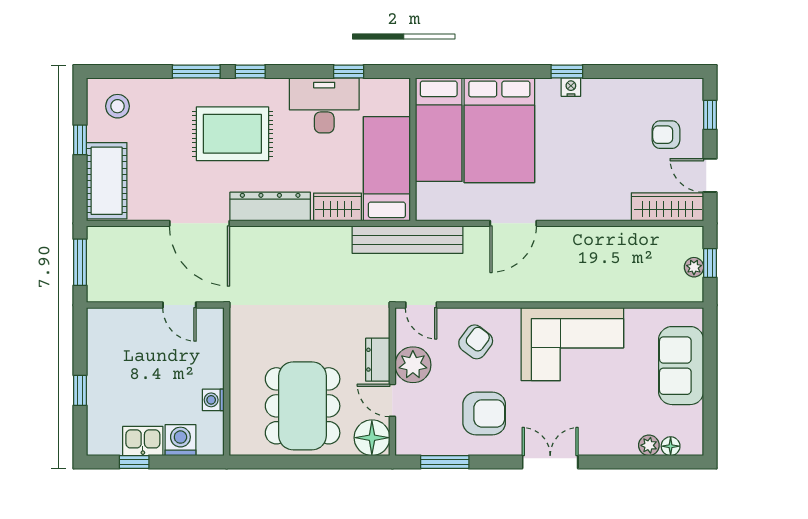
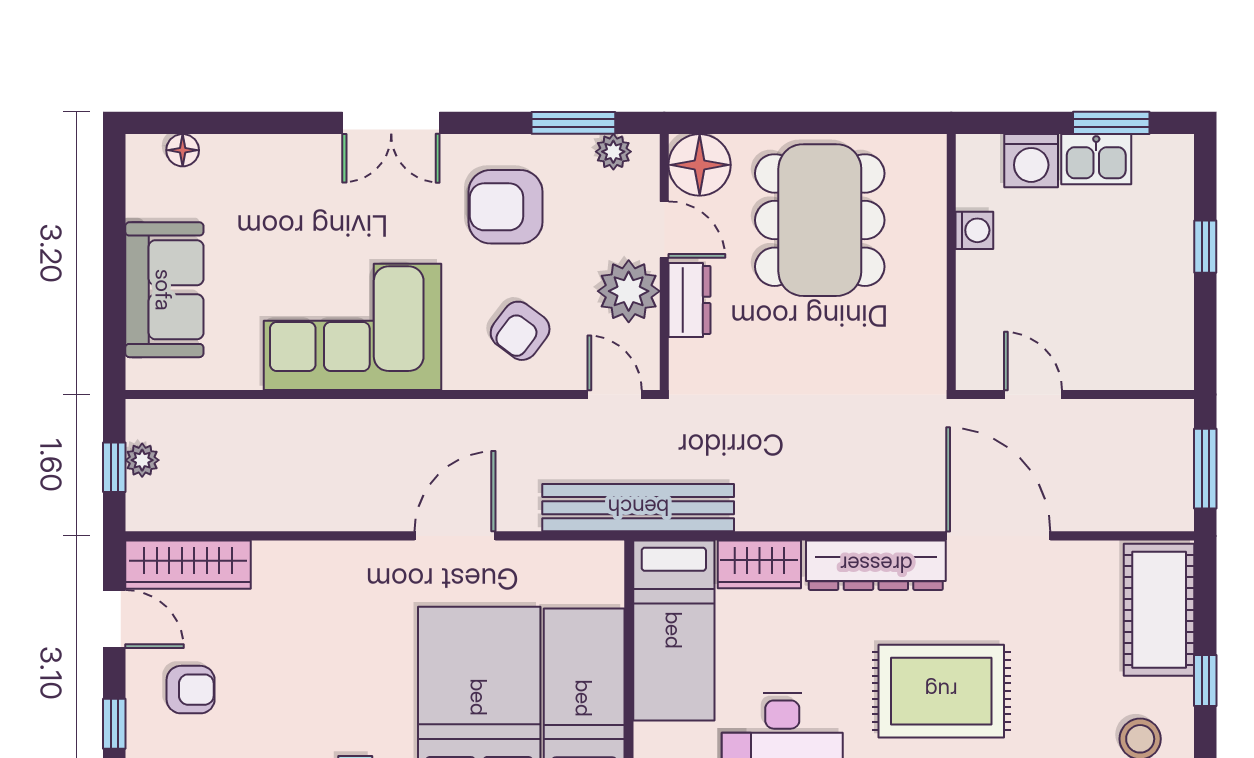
plant: (649, 445) -> (613, 152), moved
window: (134, 462) -> (1111, 123), width x1.50

